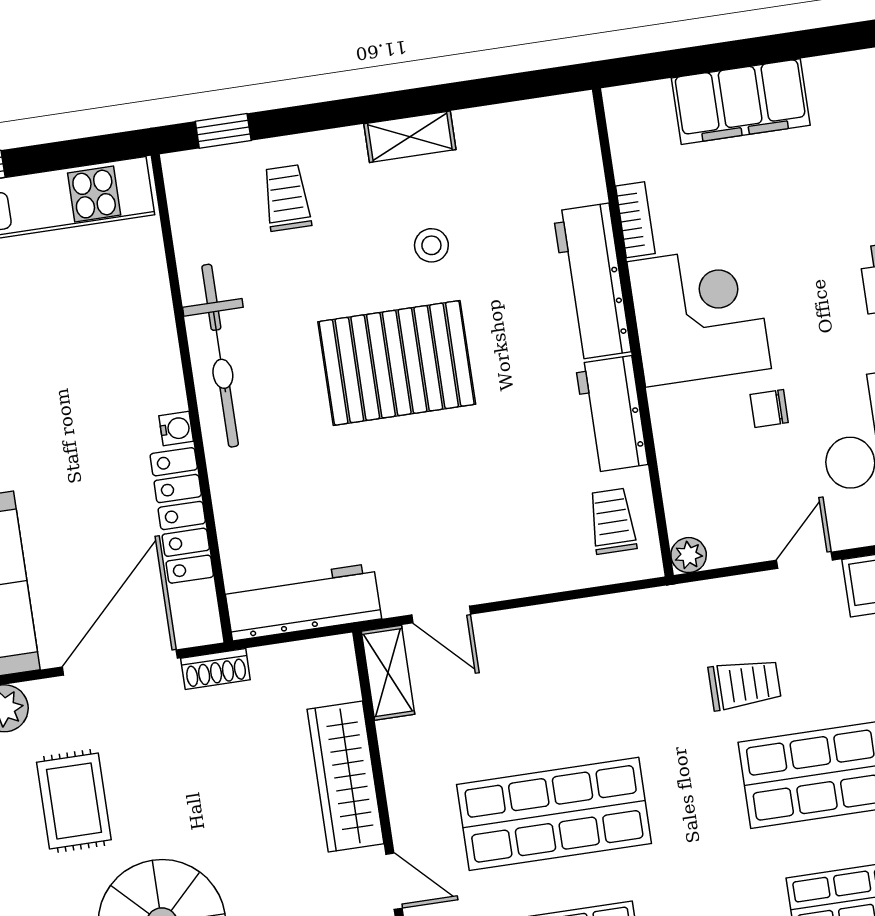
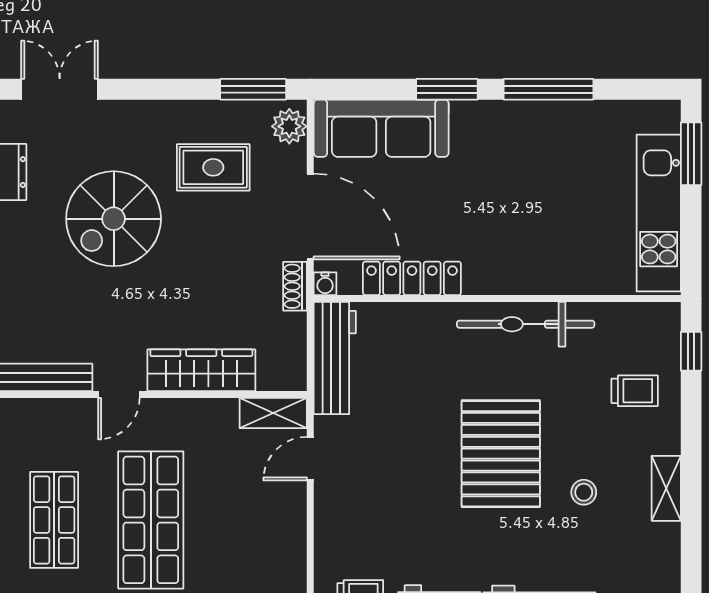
water cooler: (176, 429) -> (325, 284), moved

